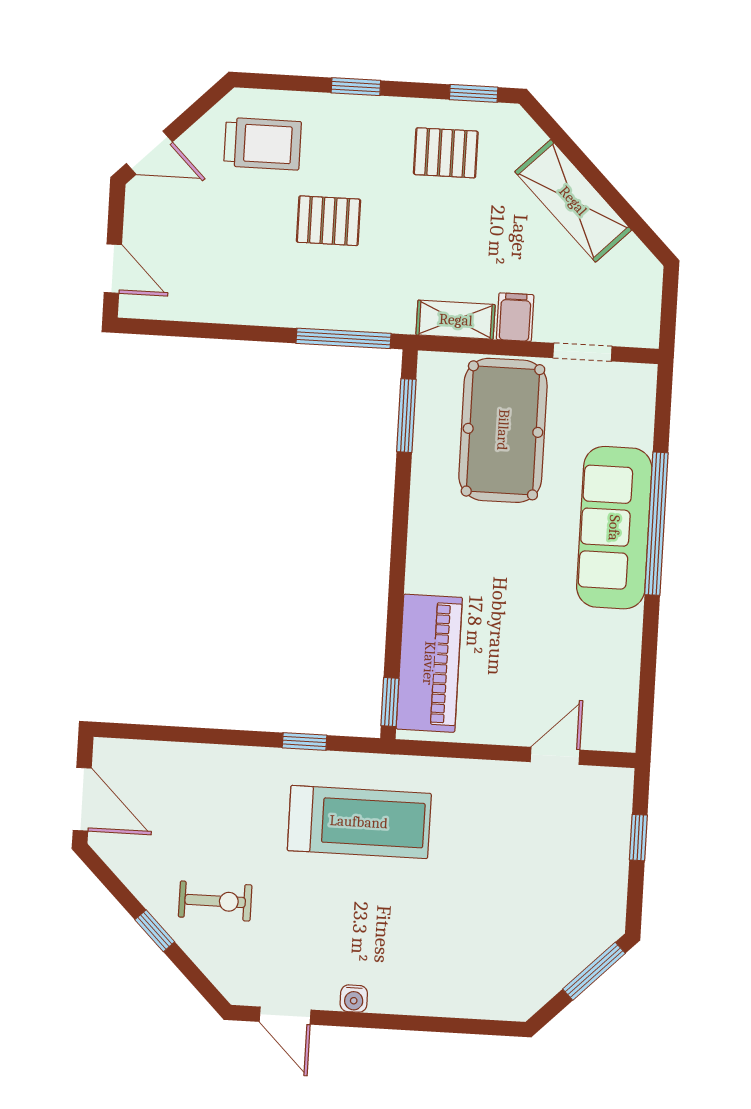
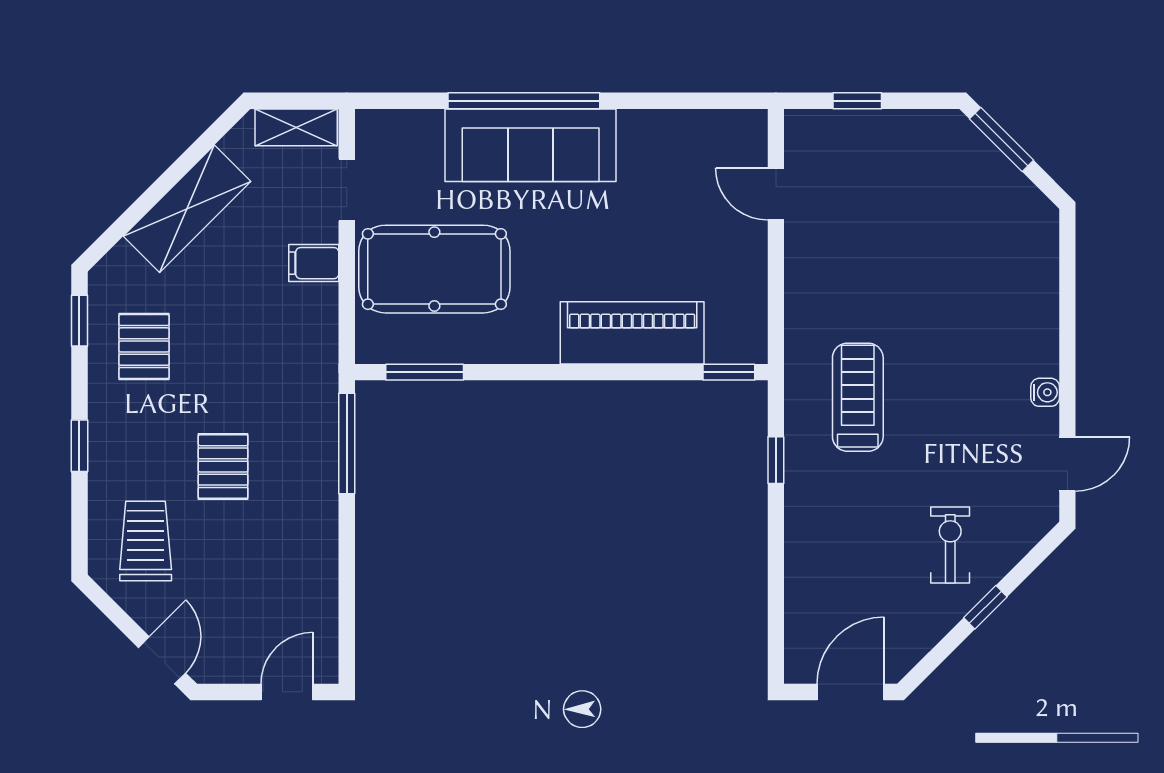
shelving: (456, 320) -> (296, 127), moved, turned 90
piano: (429, 663) -> (632, 333), moved
treadmill: (359, 822) -> (858, 397), width x0.73, depth x0.73

